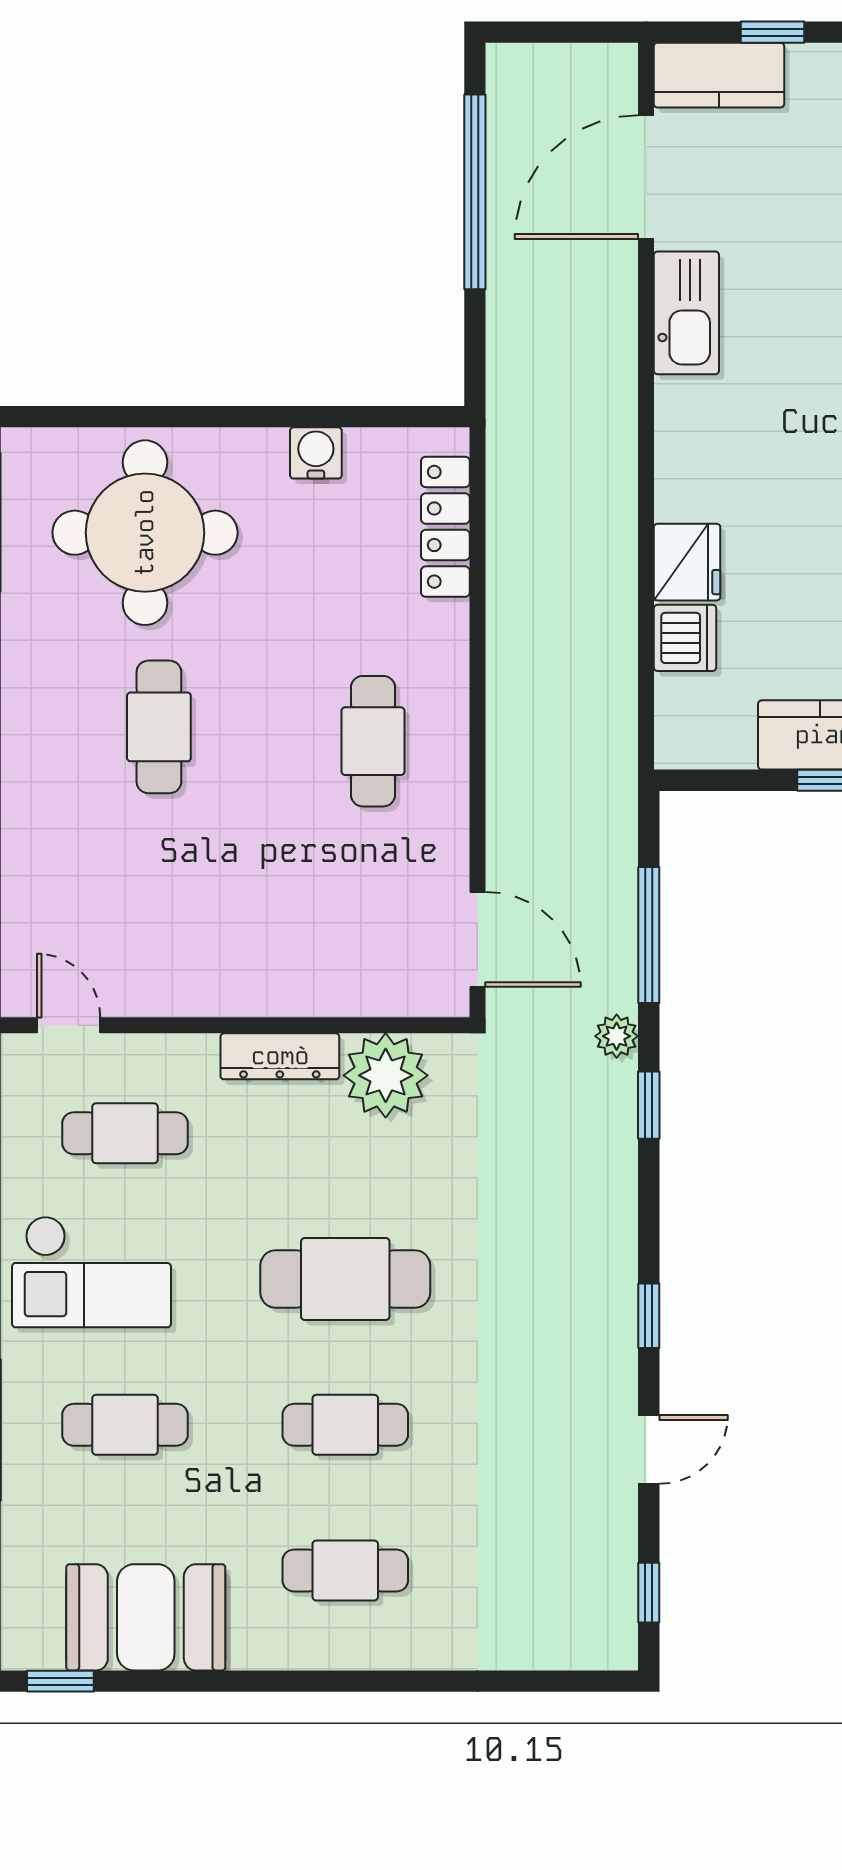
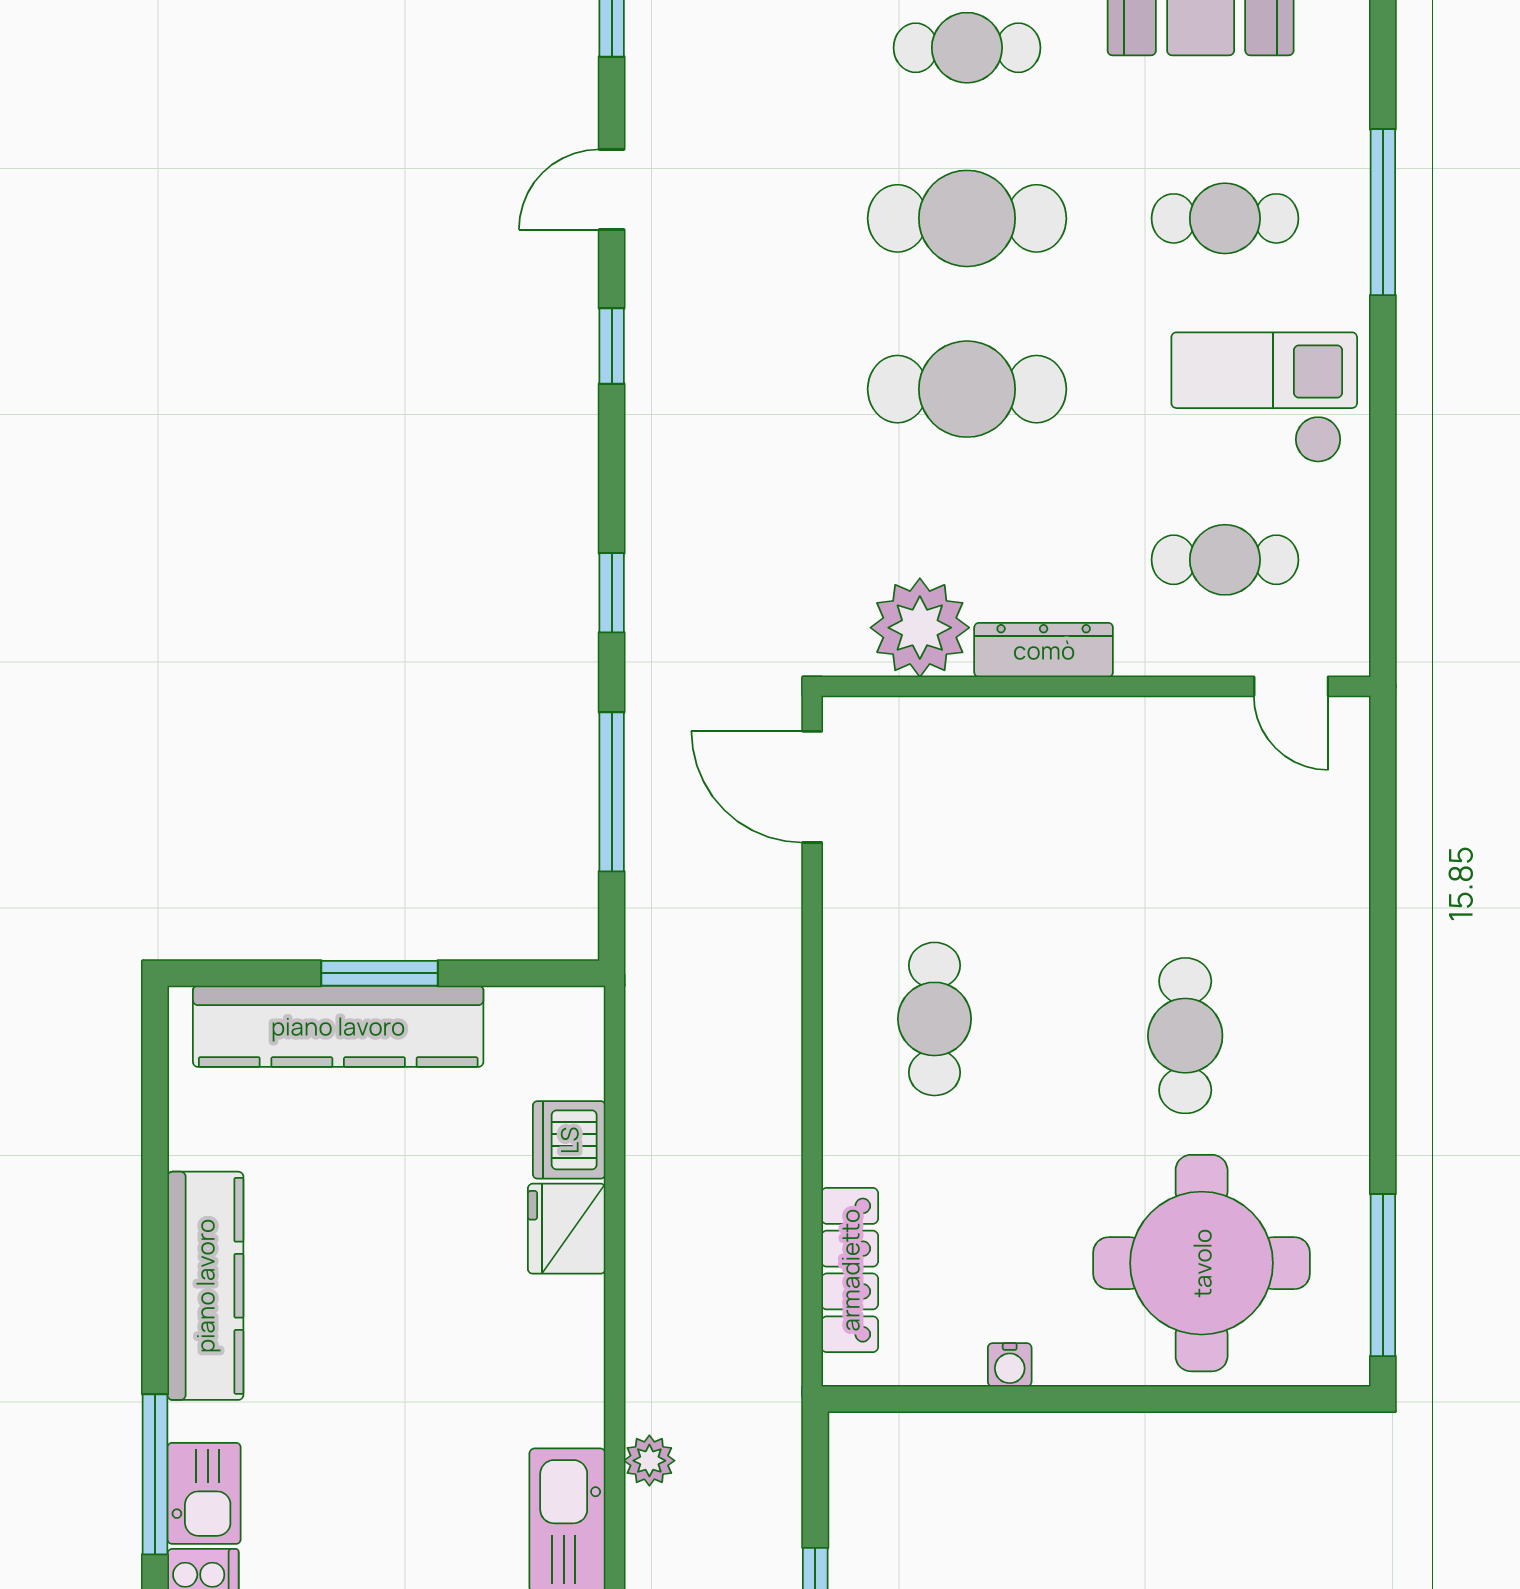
water cooler: (316, 453) -> (1010, 1365), width x0.72, depth x0.72
plant: (617, 1036) -> (649, 1461), moved
cafe table: (345, 1425) -> (967, 218), width x1.37, depth x1.35

